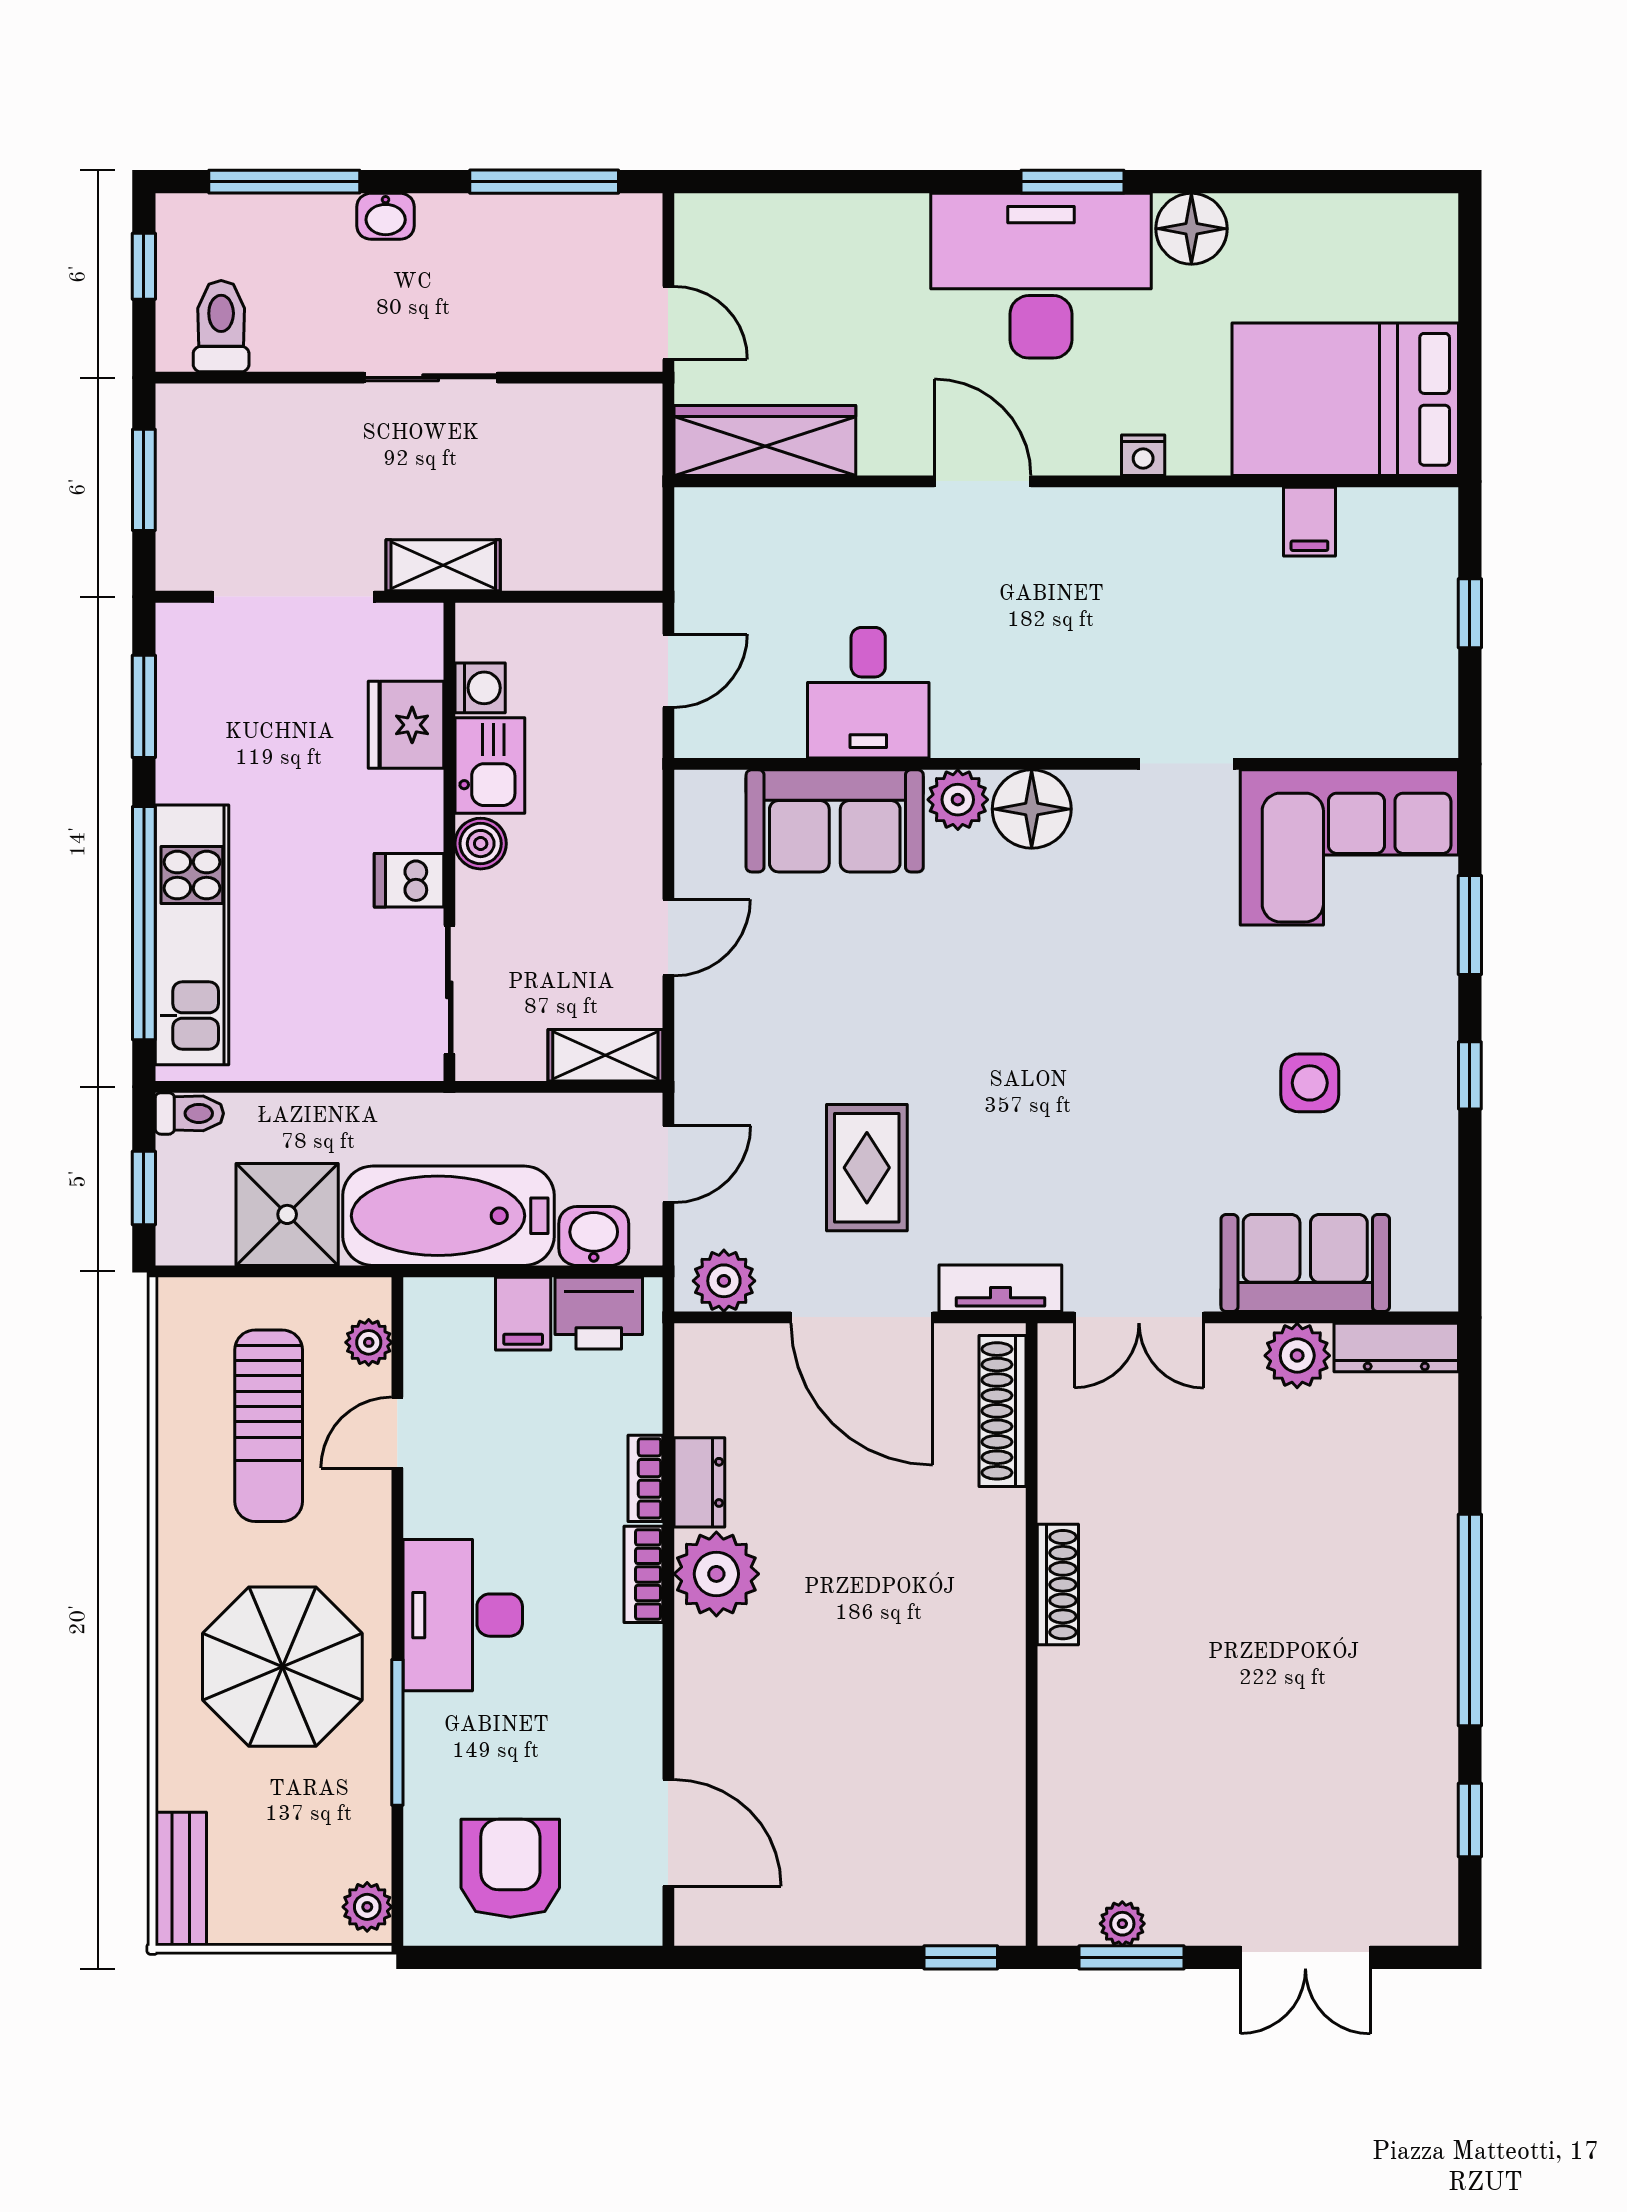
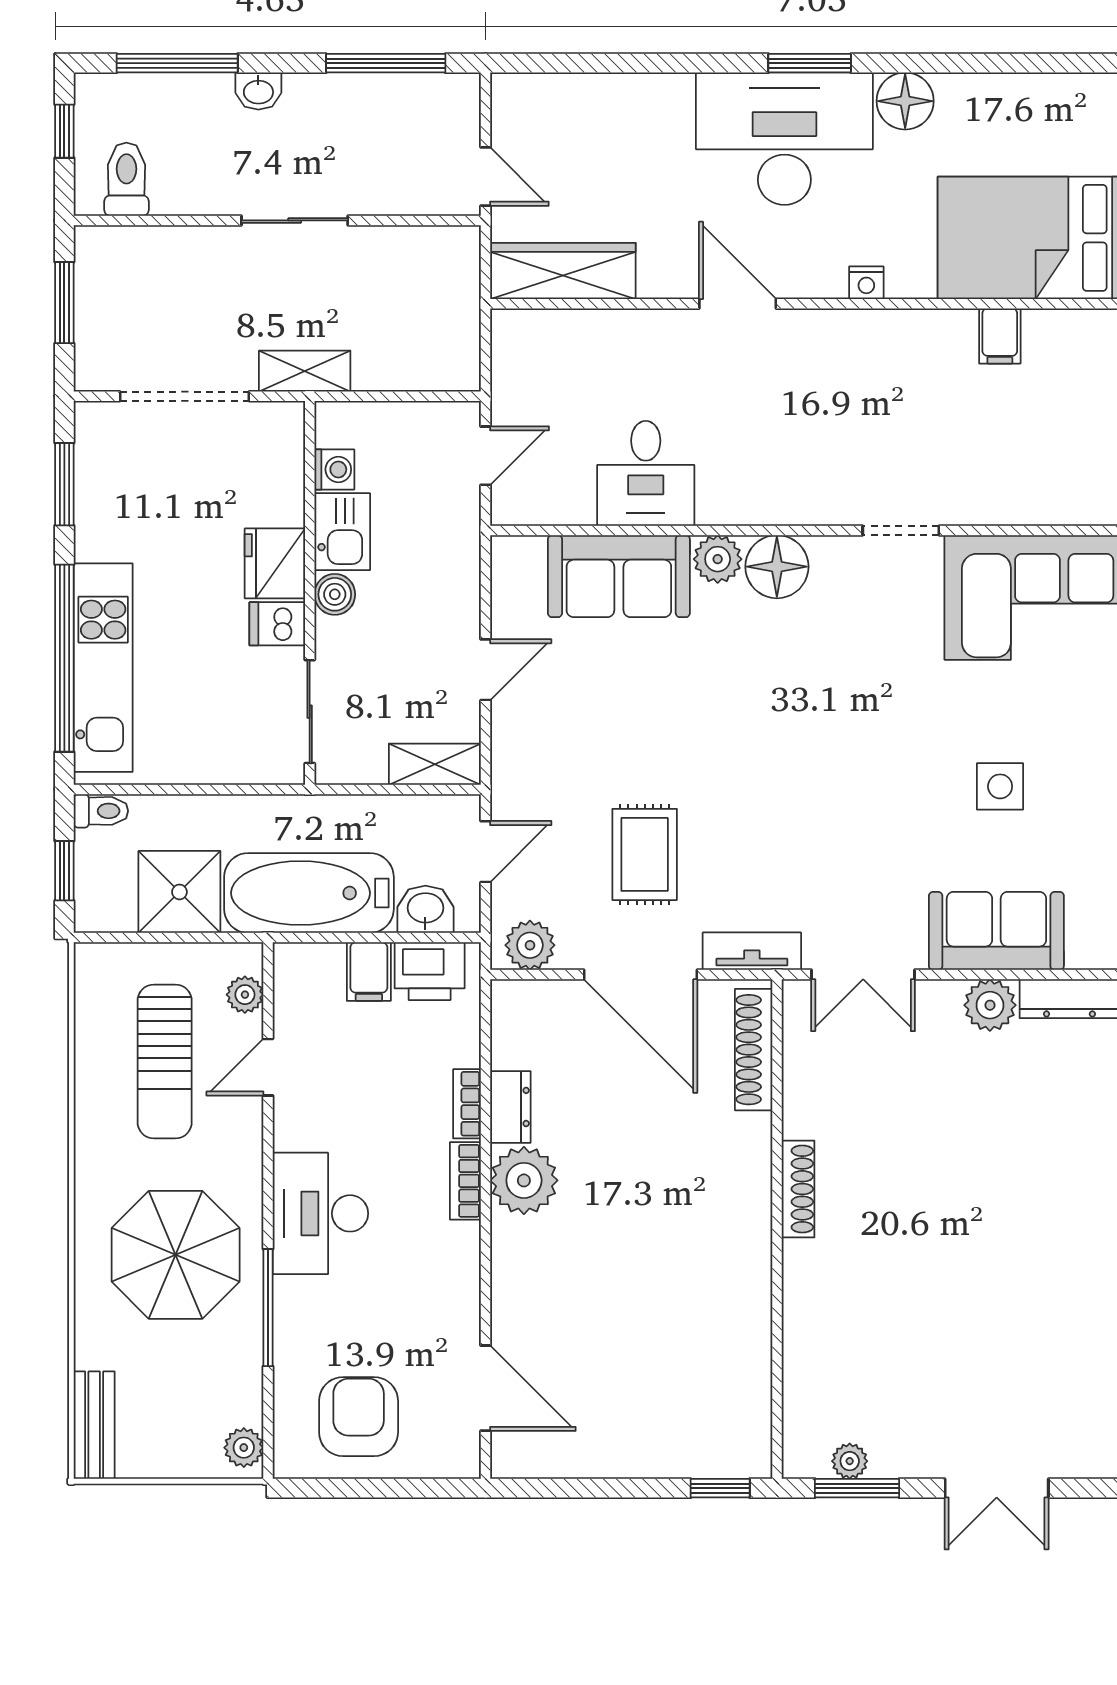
fridge: (406, 725) -> (275, 563), moved

